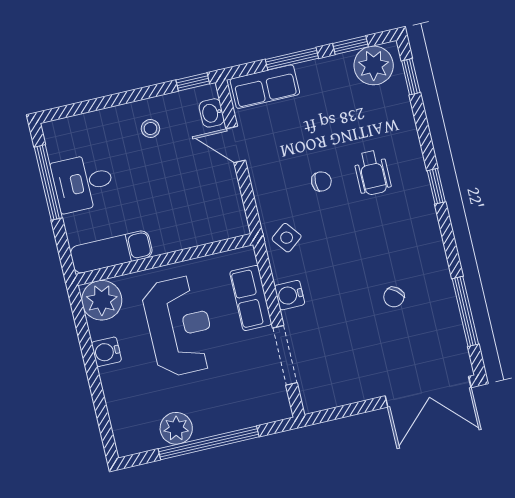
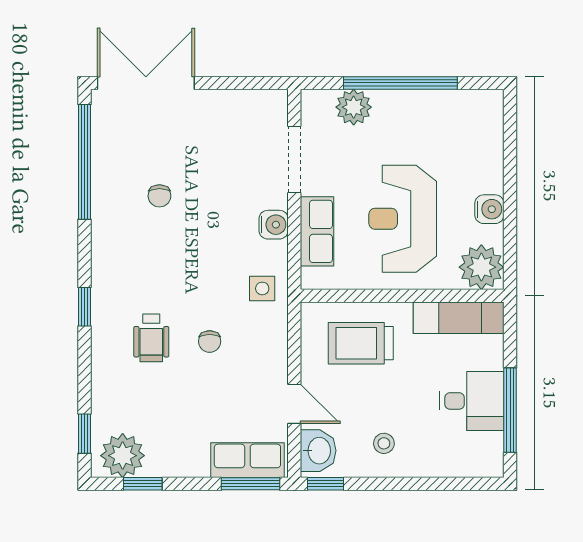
window: (292, 59) -> (251, 484), moved
washbasin: (212, 113) -> (318, 451), width x1.38, depth x1.45
wheelchair: (372, 173) -> (151, 338), turned 180
chair: (321, 181) -> (210, 341), turned -90
trolley: (191, 210) -> (361, 343), added
side table: (287, 238) -> (262, 288), turned 38
chair: (394, 297) -> (159, 196), turned 140
window: (465, 311) -> (85, 162), width x1.46
plant: (176, 428) -> (354, 107), moved

